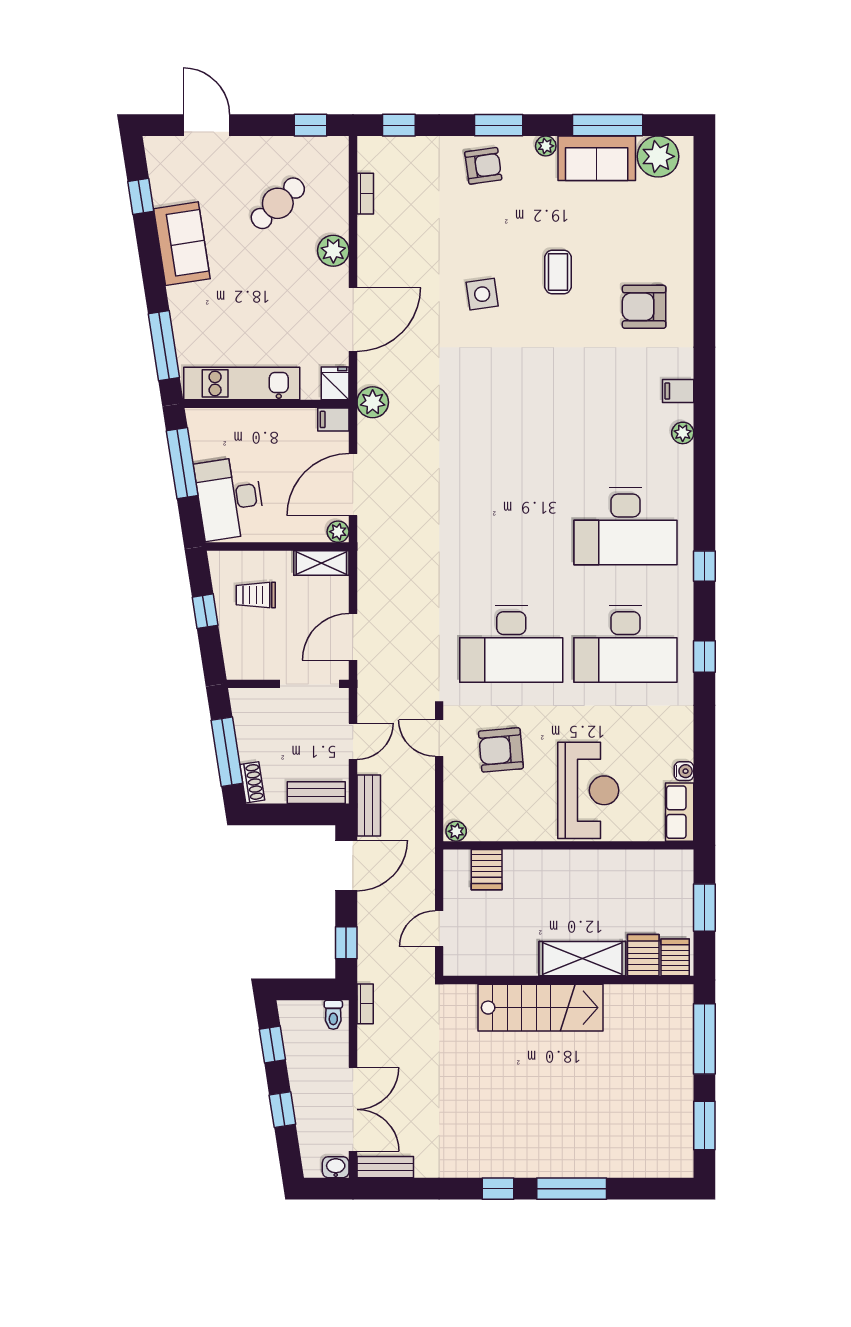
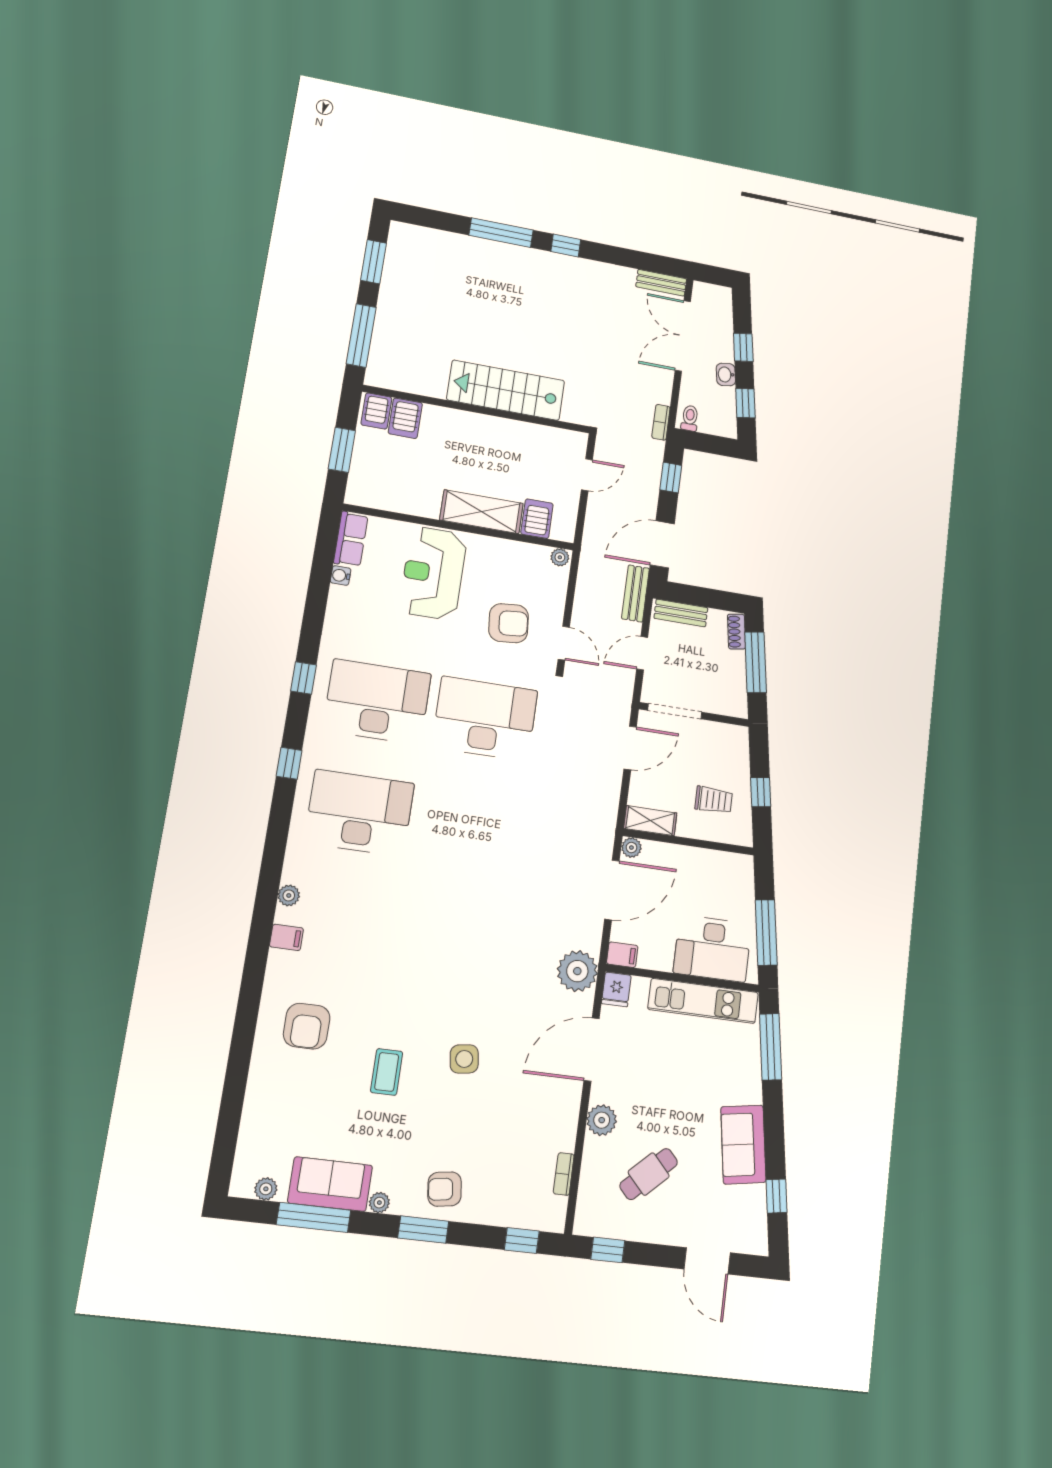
plant: (658, 156) -> (266, 1189), width x0.53, depth x0.53
armchair: (644, 307) -> (307, 1026), turned 90
plant: (373, 402) -> (577, 971), width x1.36, depth x1.36
desk: (230, 498) -> (712, 948), moved, turned 99
shelving: (582, 959) -> (481, 512), moved
washbasin: (336, 1167) -> (726, 375), moved, turned 81

